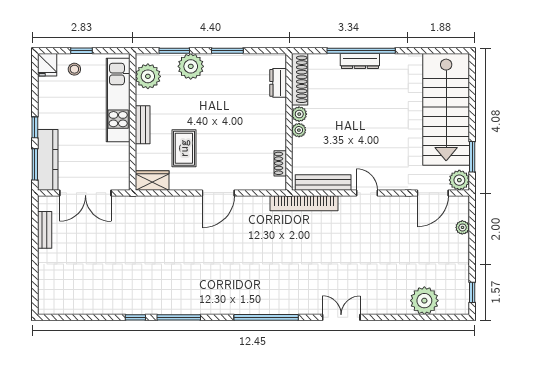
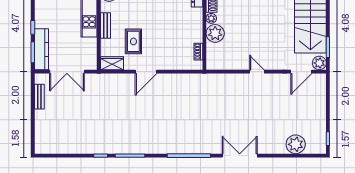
plant: (299, 130) -> (215, 33), width x1.87, depth x1.87
bench: (323, 182) -> (227, 65), removed
door: (218, 193) -> (146, 72), moved
bookcase: (304, 203) -> (214, 79), removed
plant: (462, 227) -> (321, 95), removed
double door: (341, 317) -> (240, 156), width x1.37

